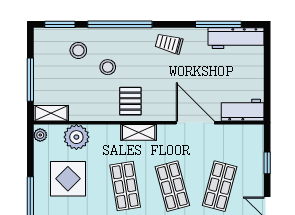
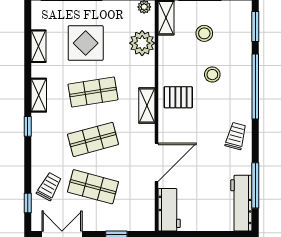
stool: (78, 50) -> (204, 33), moved
display table: (68, 179) -> (86, 43), moved

